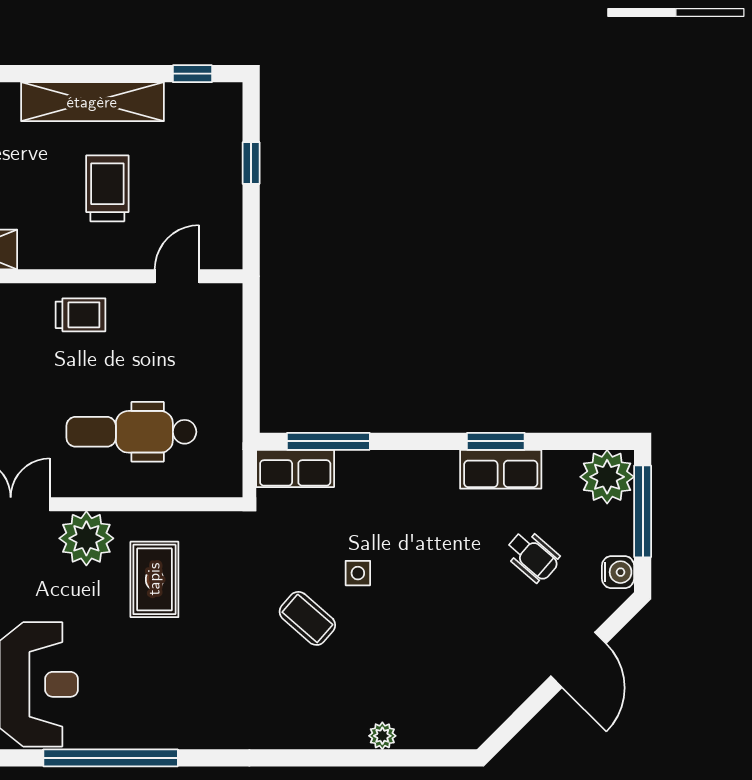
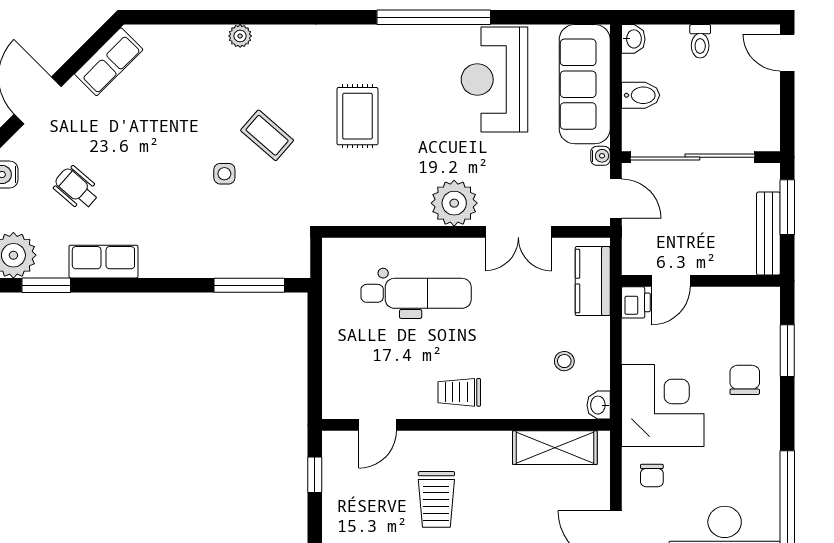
window: (251, 163) -> (315, 475), moved
window: (496, 441) -> (46, 285), moved
row of seats: (295, 468) -> (109, 62), moved, turned 135
rug: (154, 579) -> (357, 116), moved
plant: (382, 736) -> (240, 36), moved

